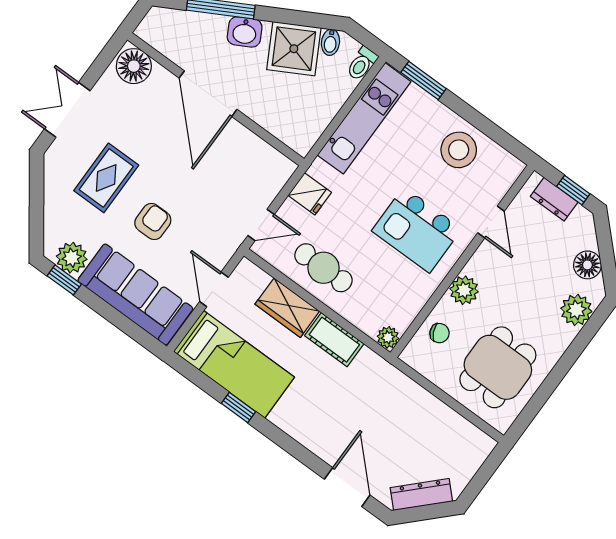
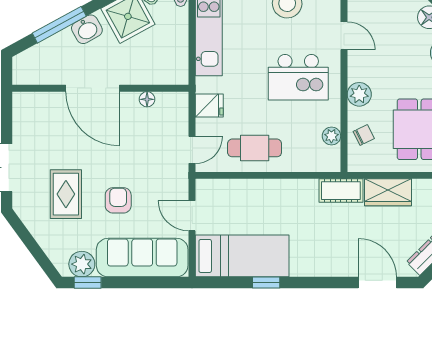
floor lamp: (134, 66) -> (147, 99), moved, width x0.53, depth x0.53
wardrobe: (287, 308) -> (388, 192), moved
plant: (388, 337) -> (331, 136), moved
cot: (334, 340) -> (341, 191), moved

